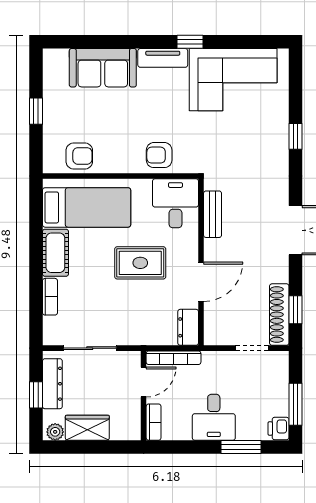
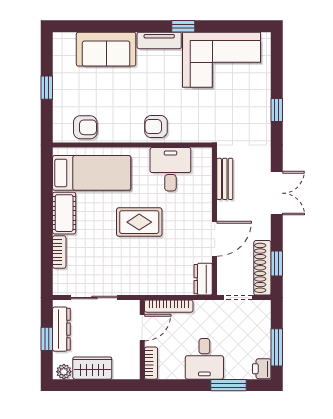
bench: (213, 214) -> (225, 179), moved
wall: (201, 262) -> (215, 221), moved
door: (201, 282) -> (215, 239), moved
dresser: (188, 327) -> (203, 279), moved

